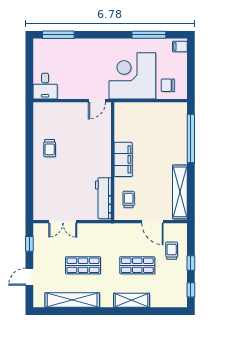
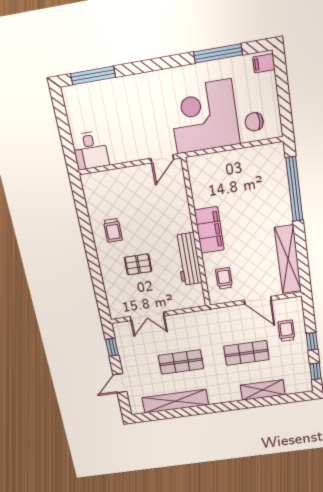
pallet: (64, 178) -> (138, 264), added
workbench: (103, 198) -> (188, 259), moved
shelving: (132, 300) -> (263, 390), moved

